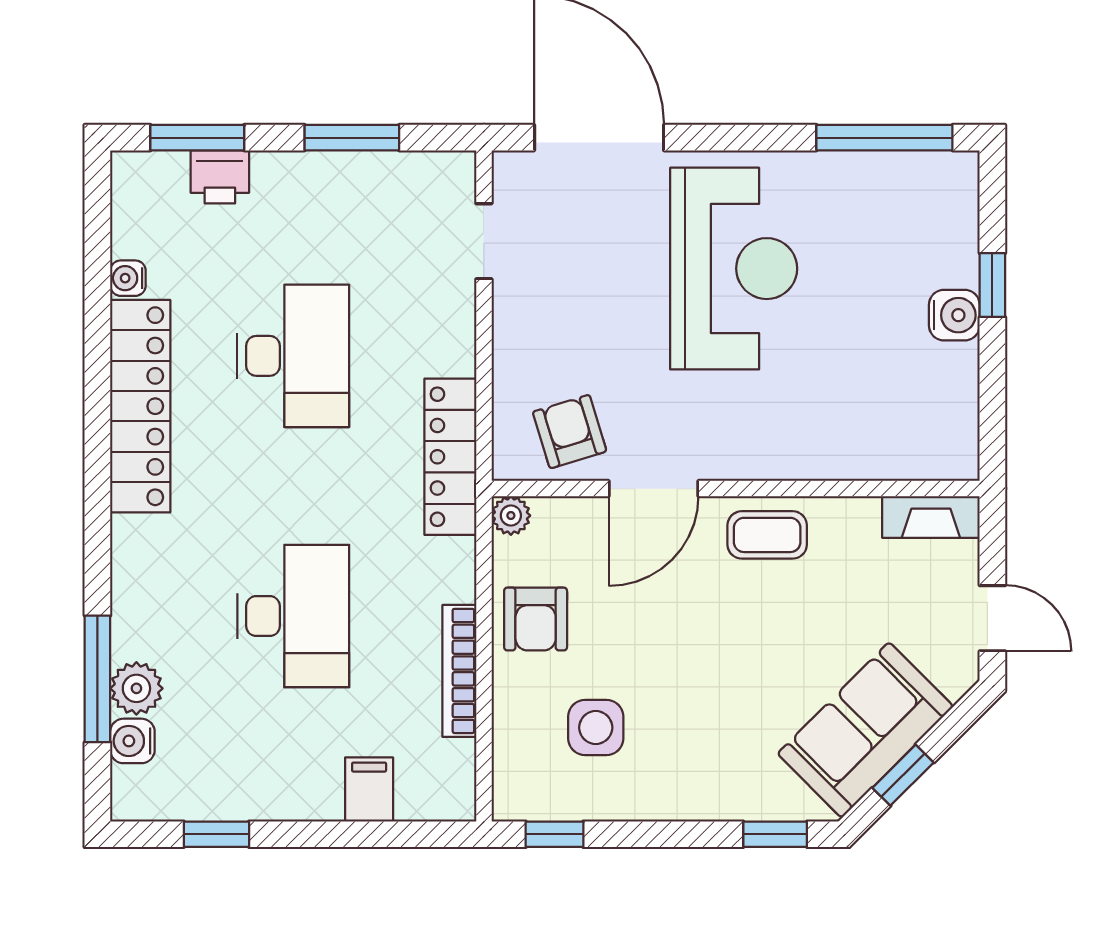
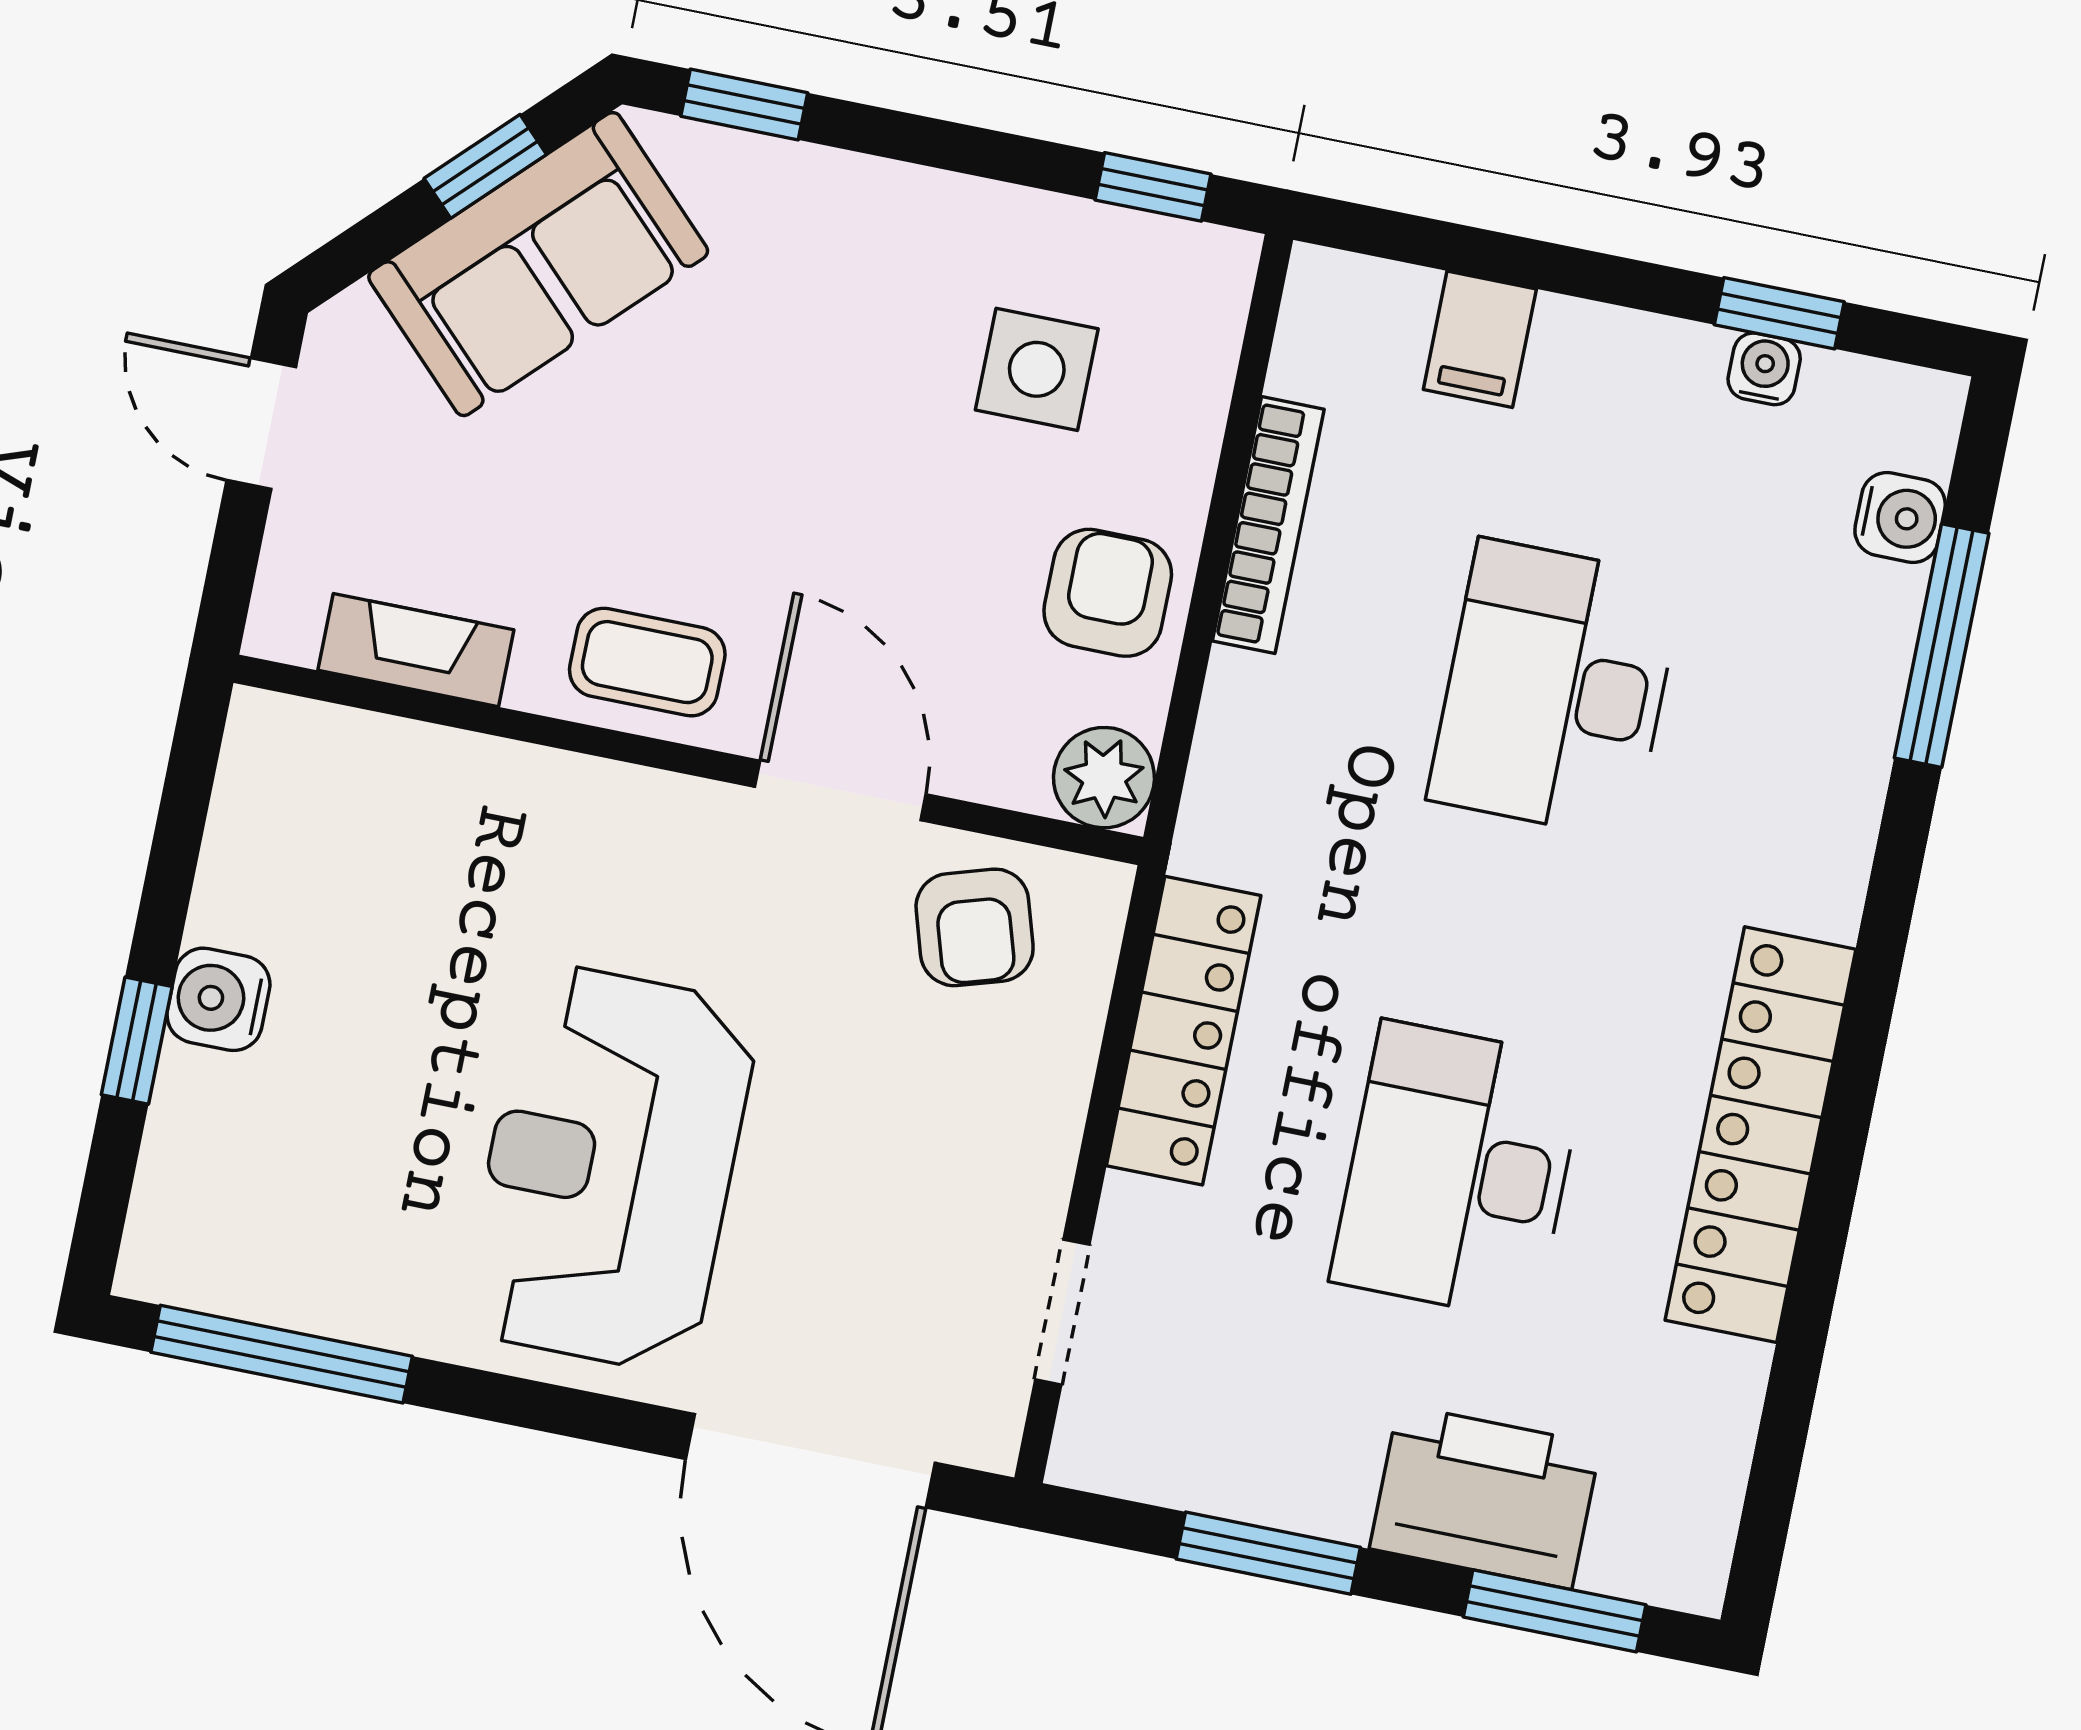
printer: (220, 177) -> (1485, 1497), width x1.87, depth x1.48
water cooler: (128, 278) -> (1764, 369), moved, turned -90
locker: (450, 457) -> (1184, 1031), moved
door: (654, 489) -> (840, 790), hinge flipped
plant: (511, 516) -> (1104, 778), width x1.38, depth x1.38
fireplace: (931, 517) -> (416, 650), moved
plant: (136, 688) -> (1873, 613), removed

